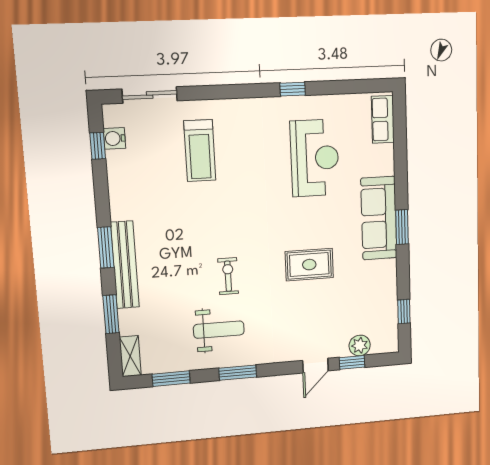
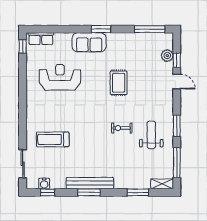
window: (293, 89) -> (23, 46), moved
treadmill: (200, 151) -> (53, 139), turned 180
sofa: (379, 218) -> (89, 42), width x0.73
window: (106, 247) -> (89, 192), moved
bench: (125, 265) -> (90, 183), moved
window: (404, 312) -> (150, 29), width x2.17
window: (171, 379) -> (177, 163), width x1.44

